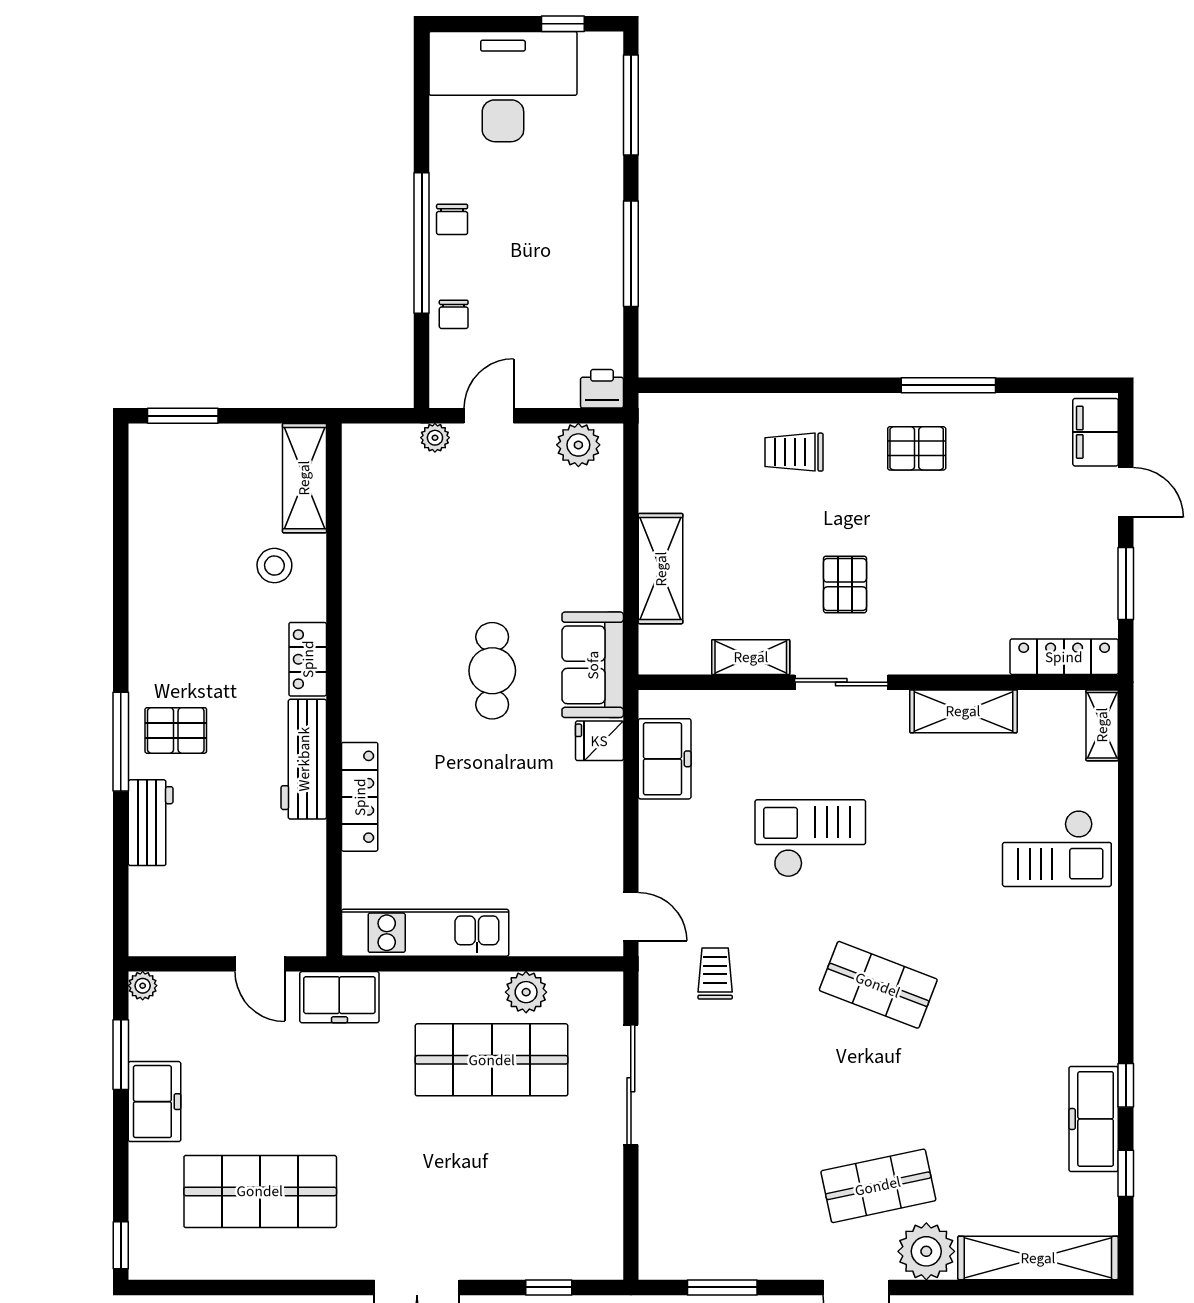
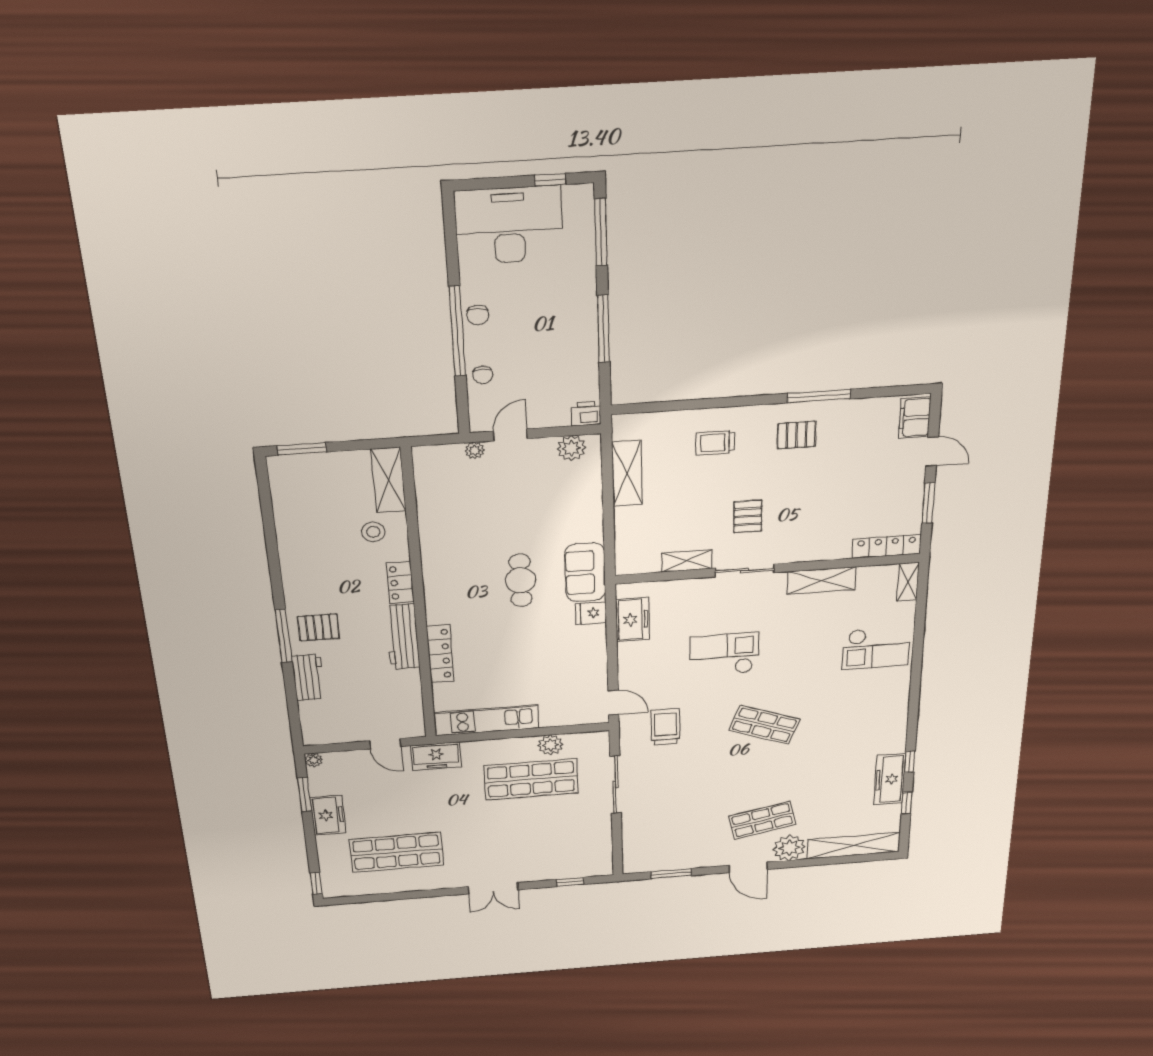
shelving: (661, 569) -> (627, 473), moved
trolley: (715, 974) -> (666, 727), width x1.36, depth x1.39

